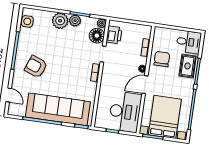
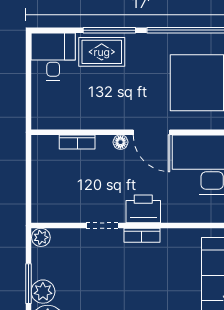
printer: (114, 35) -> (143, 209), moved
floor lamp: (97, 36) -> (67, 243), removed
chair: (162, 59) -> (95, 106), removed

